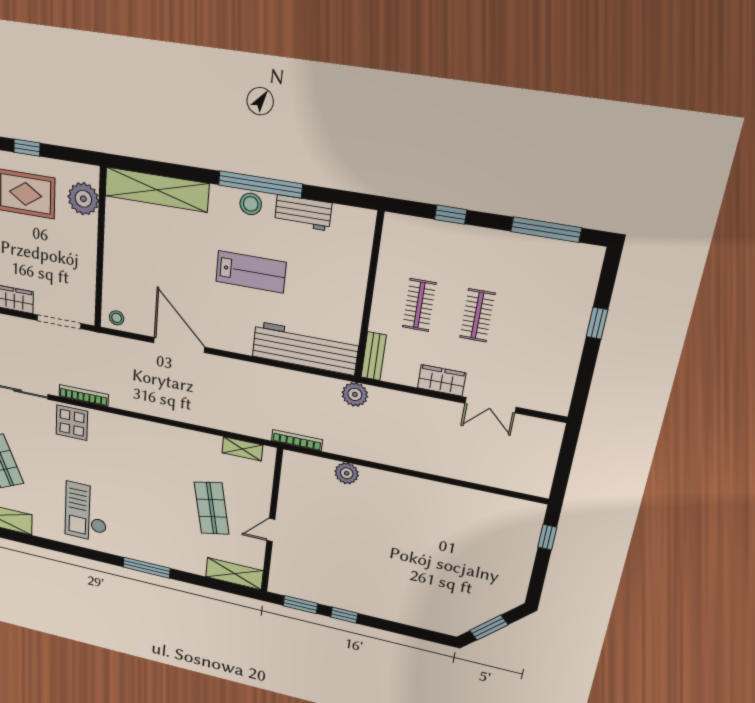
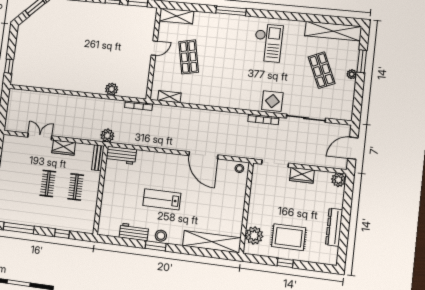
window: (260, 184) -> (156, 246), width x0.47
workbench: (305, 348) -> (121, 155), width x0.53, depth x0.76

